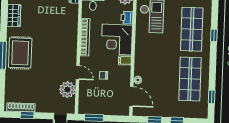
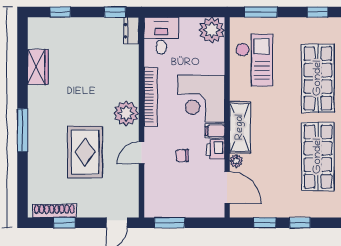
printer: (127, 18) -> (216, 150), moved
rug: (20, 53) -> (85, 152), moved
shelving: (141, 59) -> (240, 127), added
door: (78, 73) -> (142, 153), swing flipped
plant: (67, 90) -> (126, 113), moved

